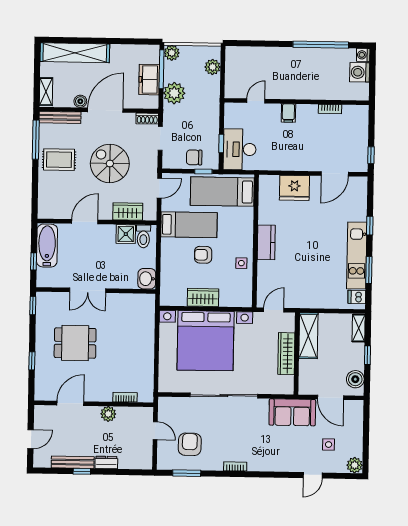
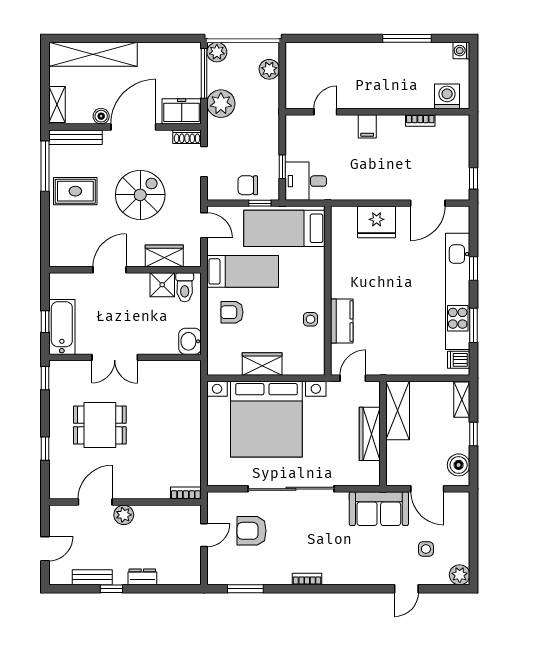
window: (321, 45) -> (407, 38), width x0.68
washing machine: (360, 72) -> (447, 96), moved, turned 90
freezer: (149, 80) -> (182, 111), moved, turned 90
desk: (240, 149) -> (306, 181), width x0.73
spiral stairs: (110, 163) -> (140, 195), turned 90
door: (159, 188) -> (204, 225), hinge flipped
kitchen counter: (266, 242) -> (342, 321), moved
bathtub: (47, 246) -> (62, 327), moved
armchair: (203, 255) -> (232, 312), moved
kitchen unit: (357, 256) -> (458, 291), width x1.36
bookcase: (125, 397) -> (186, 493), moved
plant: (108, 414) -> (124, 515), moved
door: (155, 431) -> (204, 535), hinge flipped
armchair: (190, 444) -> (252, 531), moved, turned -91
bench: (73, 462) -> (92, 577), width x0.73

